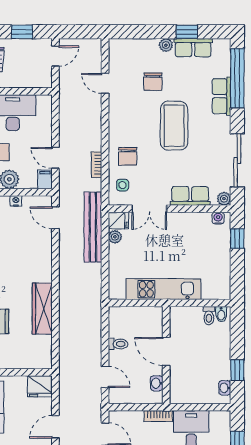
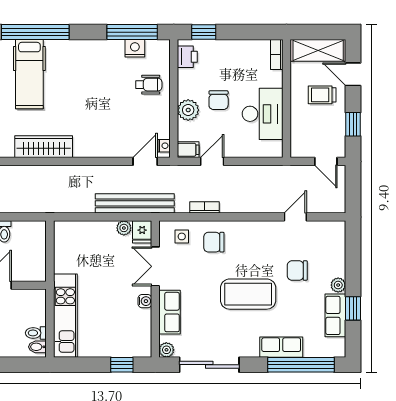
nightstand: (16, 201) -> (164, 146), moved
water cooler: (218, 218) -> (145, 301), moved
kitchen unit: (164, 289) -> (65, 316), moved

